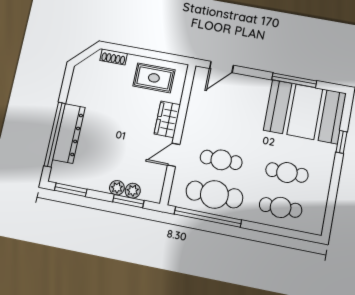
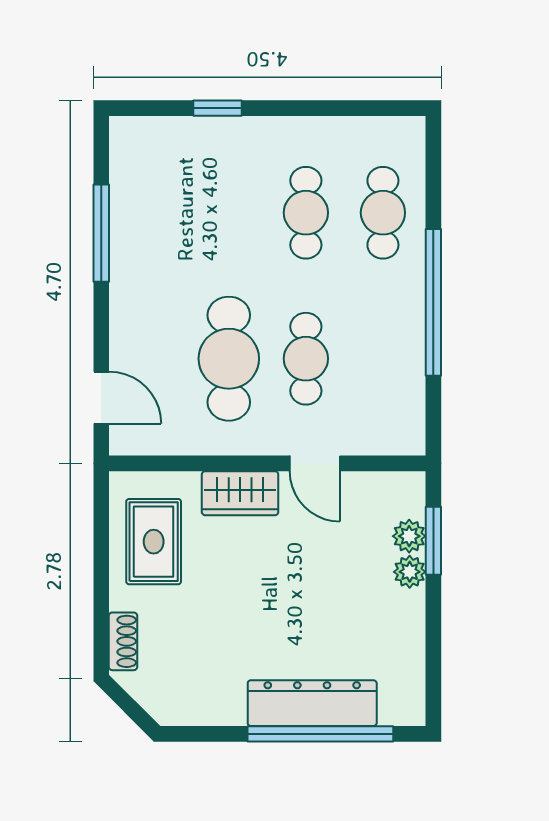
booth: (305, 112) -> (167, 198), removed
window: (71, 190) -> (433, 671), removed
cafe table: (214, 194) -> (229, 359), moved
window: (208, 217) -> (433, 302), moved

